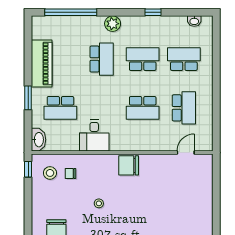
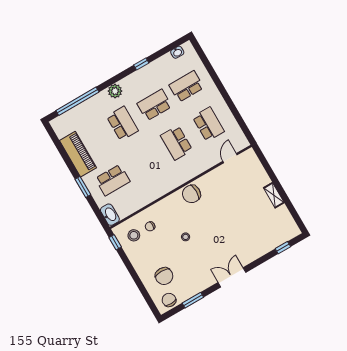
school desk: (143, 108) -> (176, 143), turned 90
desk: (94, 135) -> (151, 186), removed
shelving: (207, 213) -> (274, 195), added

